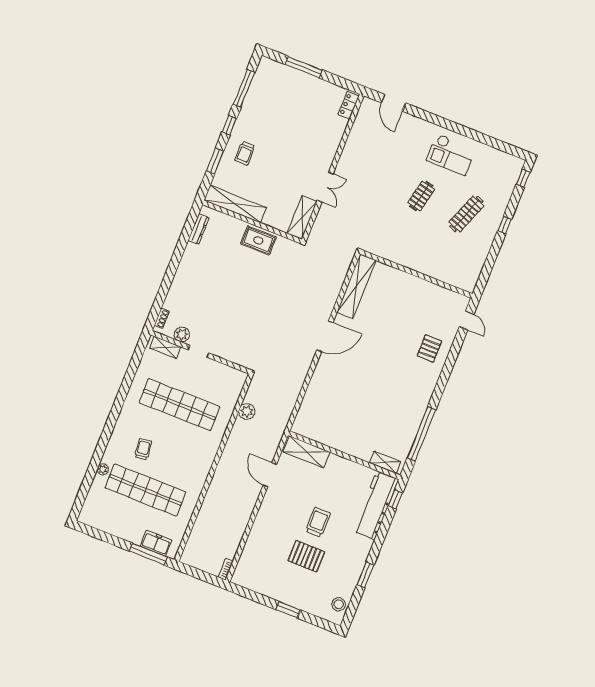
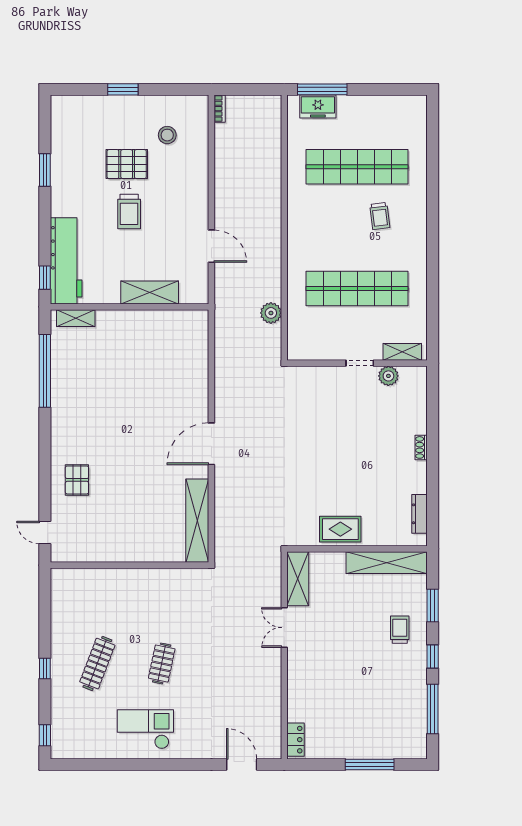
shoe rack: (162, 318) -> (421, 447), moved
shelving: (307, 452) -> (150, 293), moved
plant: (103, 469) -> (420, 171), removed
stool: (339, 604) -> (167, 135), moved

